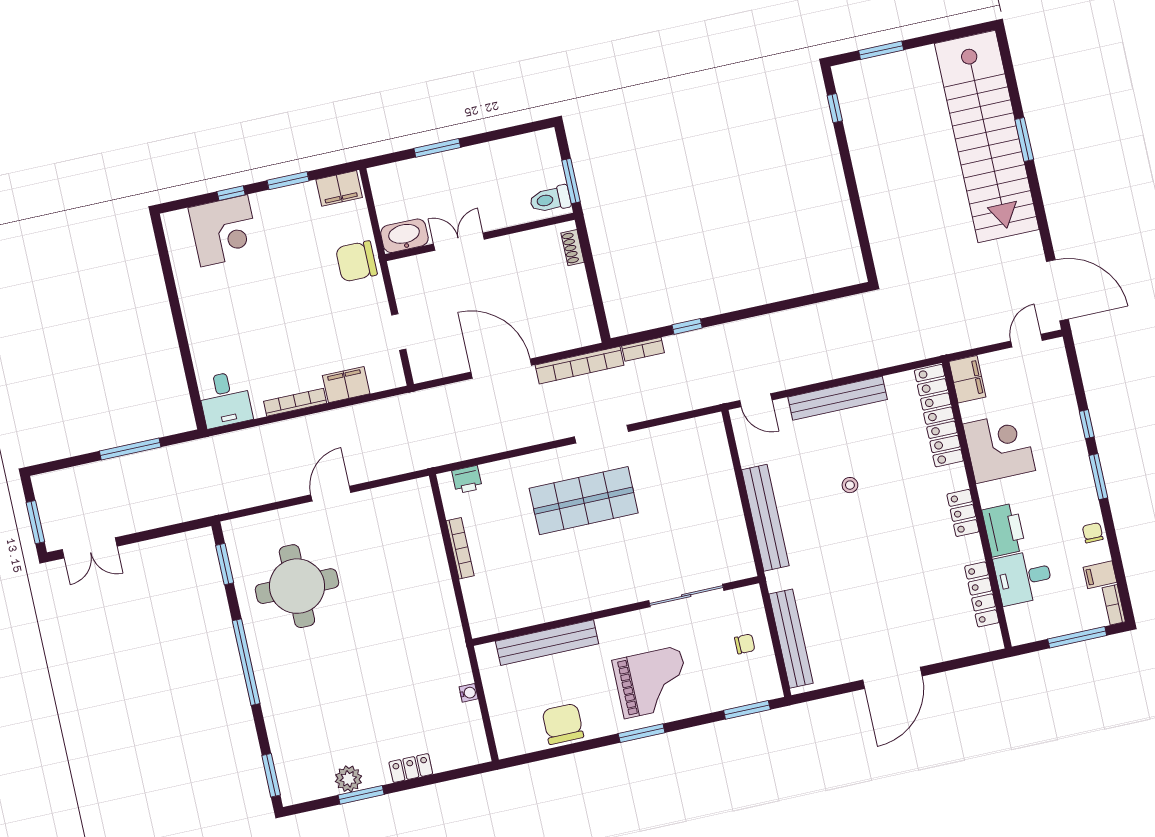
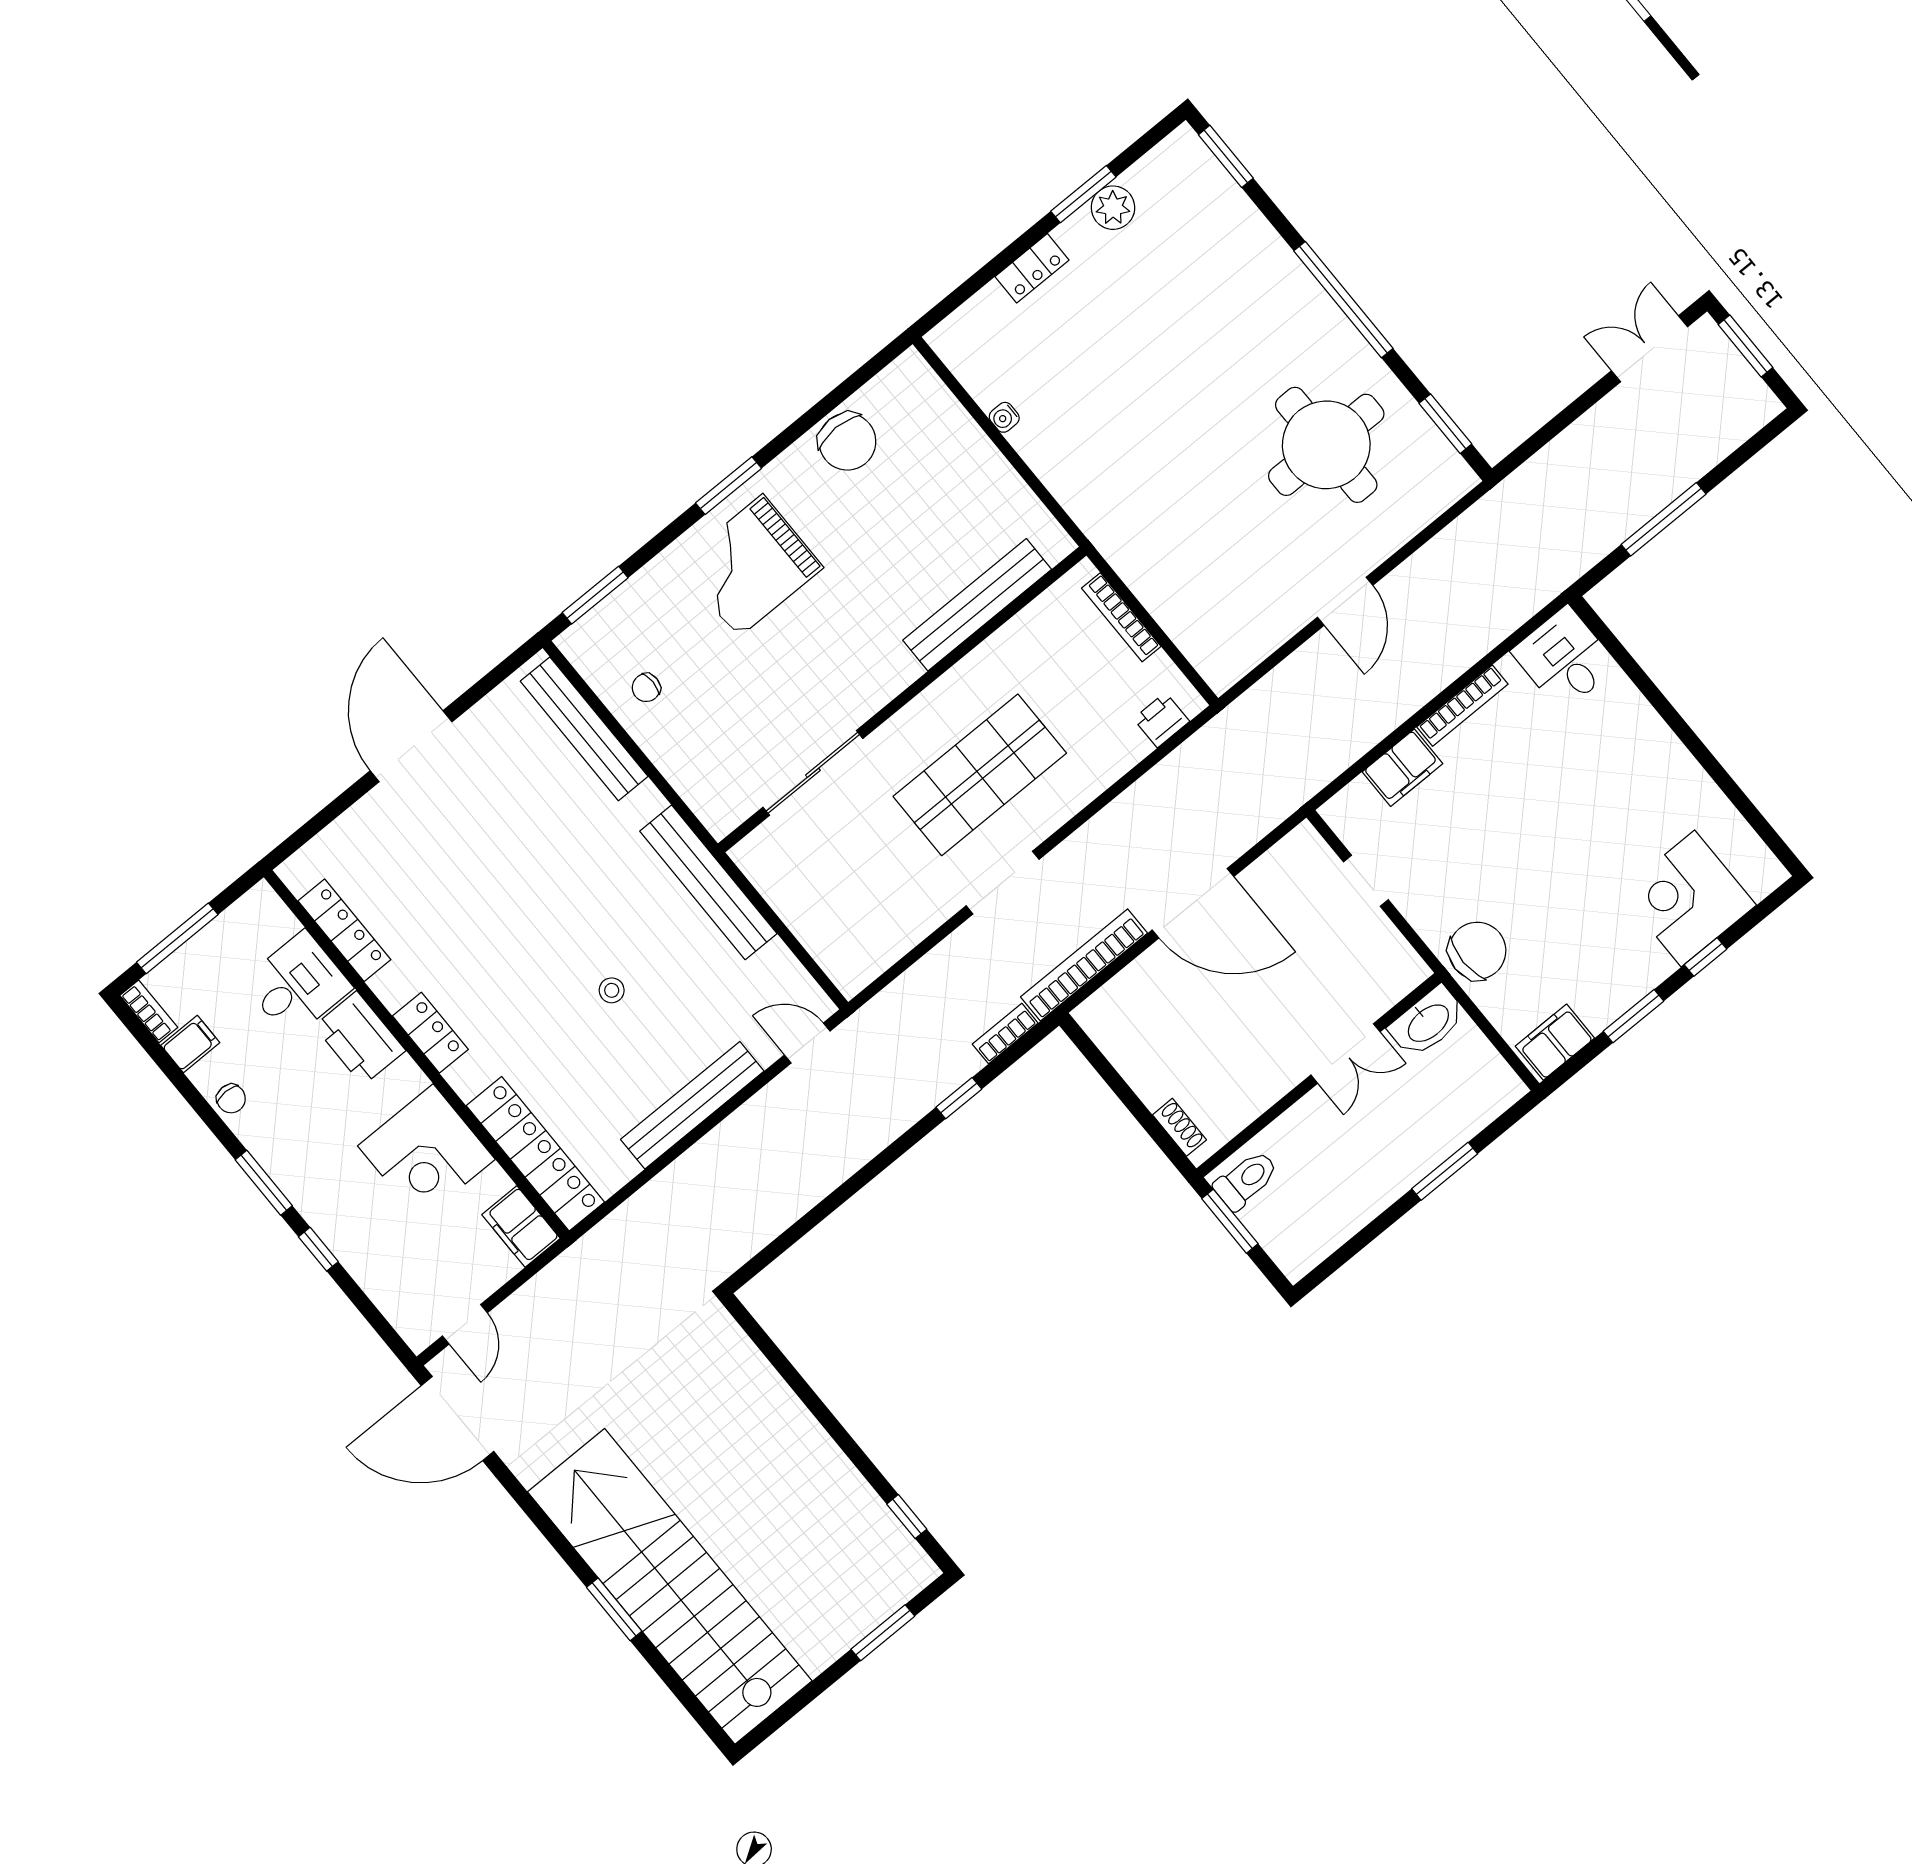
sliding door: (686, 596) -> (813, 773), moved
wall: (616, 611) -> (902, 700), moved
bench: (547, 643) -> (977, 605), moved

